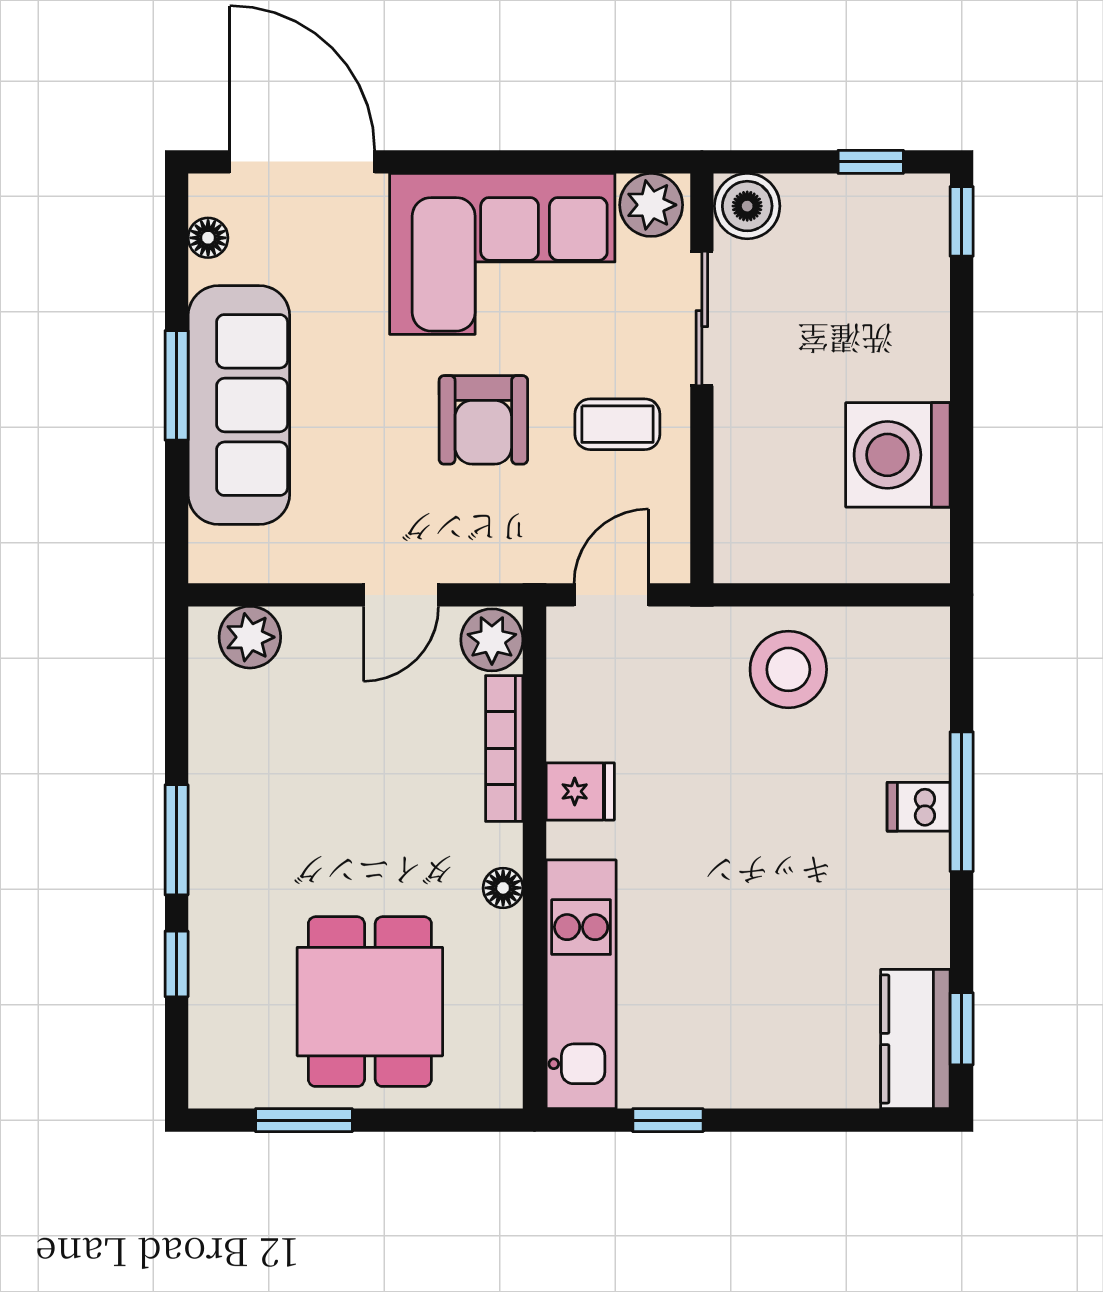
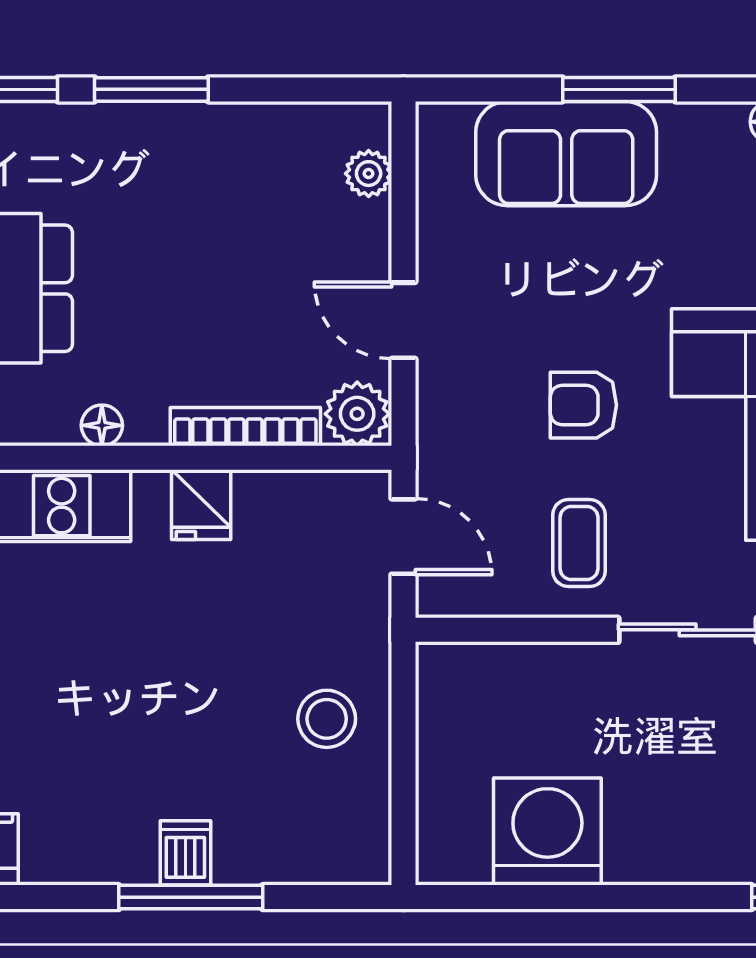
sofa: (239, 405) -> (566, 154), width x0.73
armchair: (483, 420) -> (583, 405), width x0.72, depth x0.72
plant: (250, 637) -> (369, 174), width x0.73, depth x0.73
stool: (788, 669) -> (327, 719), width x0.73, depth x0.73

